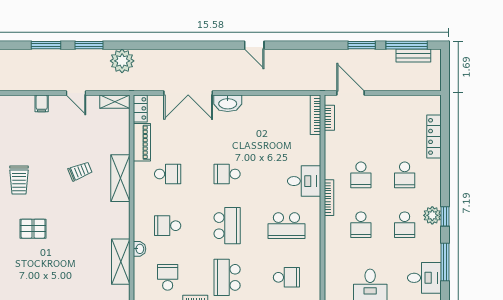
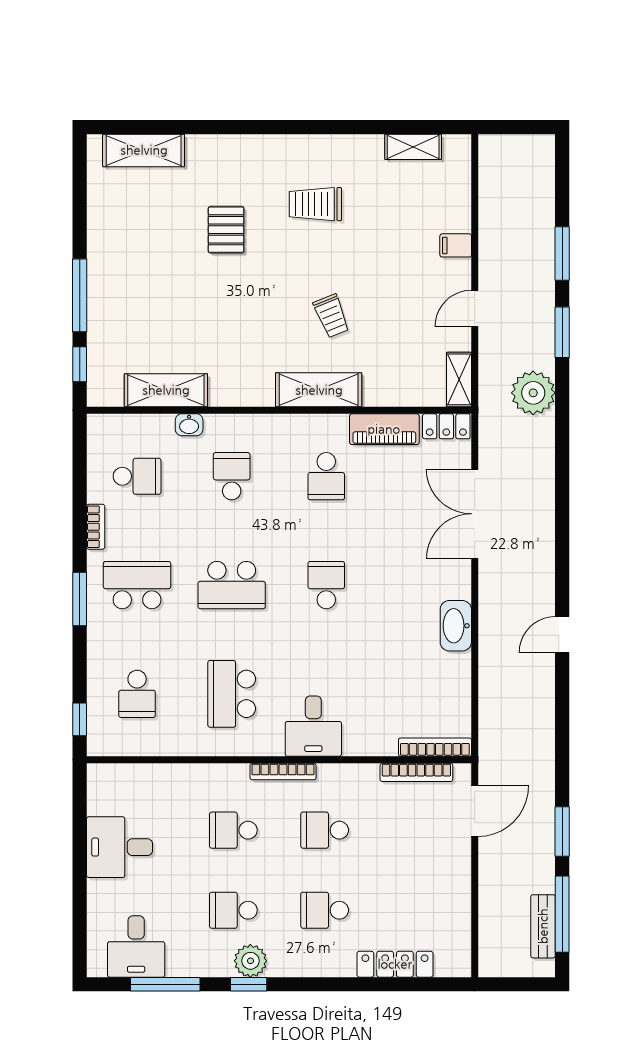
washbasin: (228, 103) -> (456, 626), moved
bookcase: (329, 118) -> (416, 772), width x1.56

